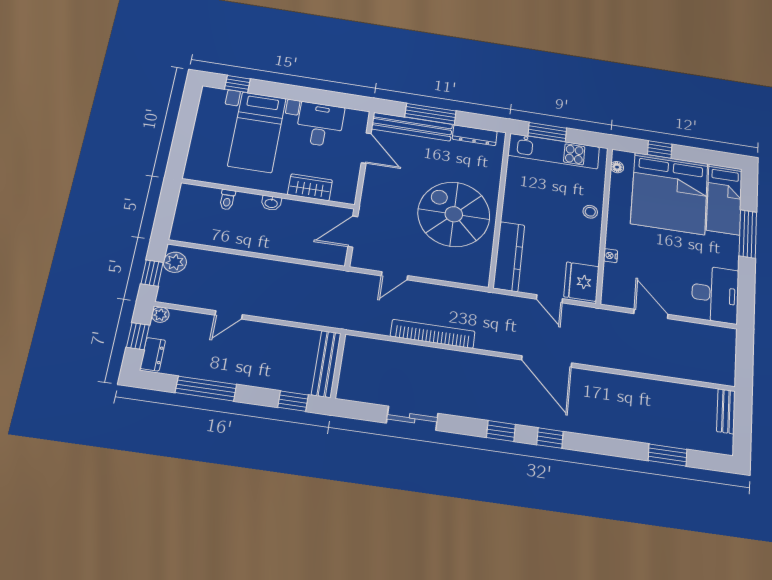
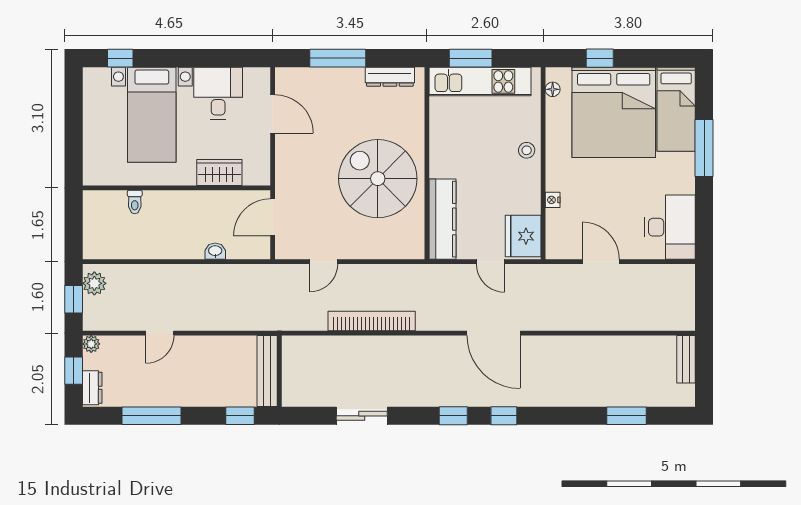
bench: (412, 127) -> (319, 78), removed
washbasin: (271, 203) -> (215, 251), moved, turned 180

